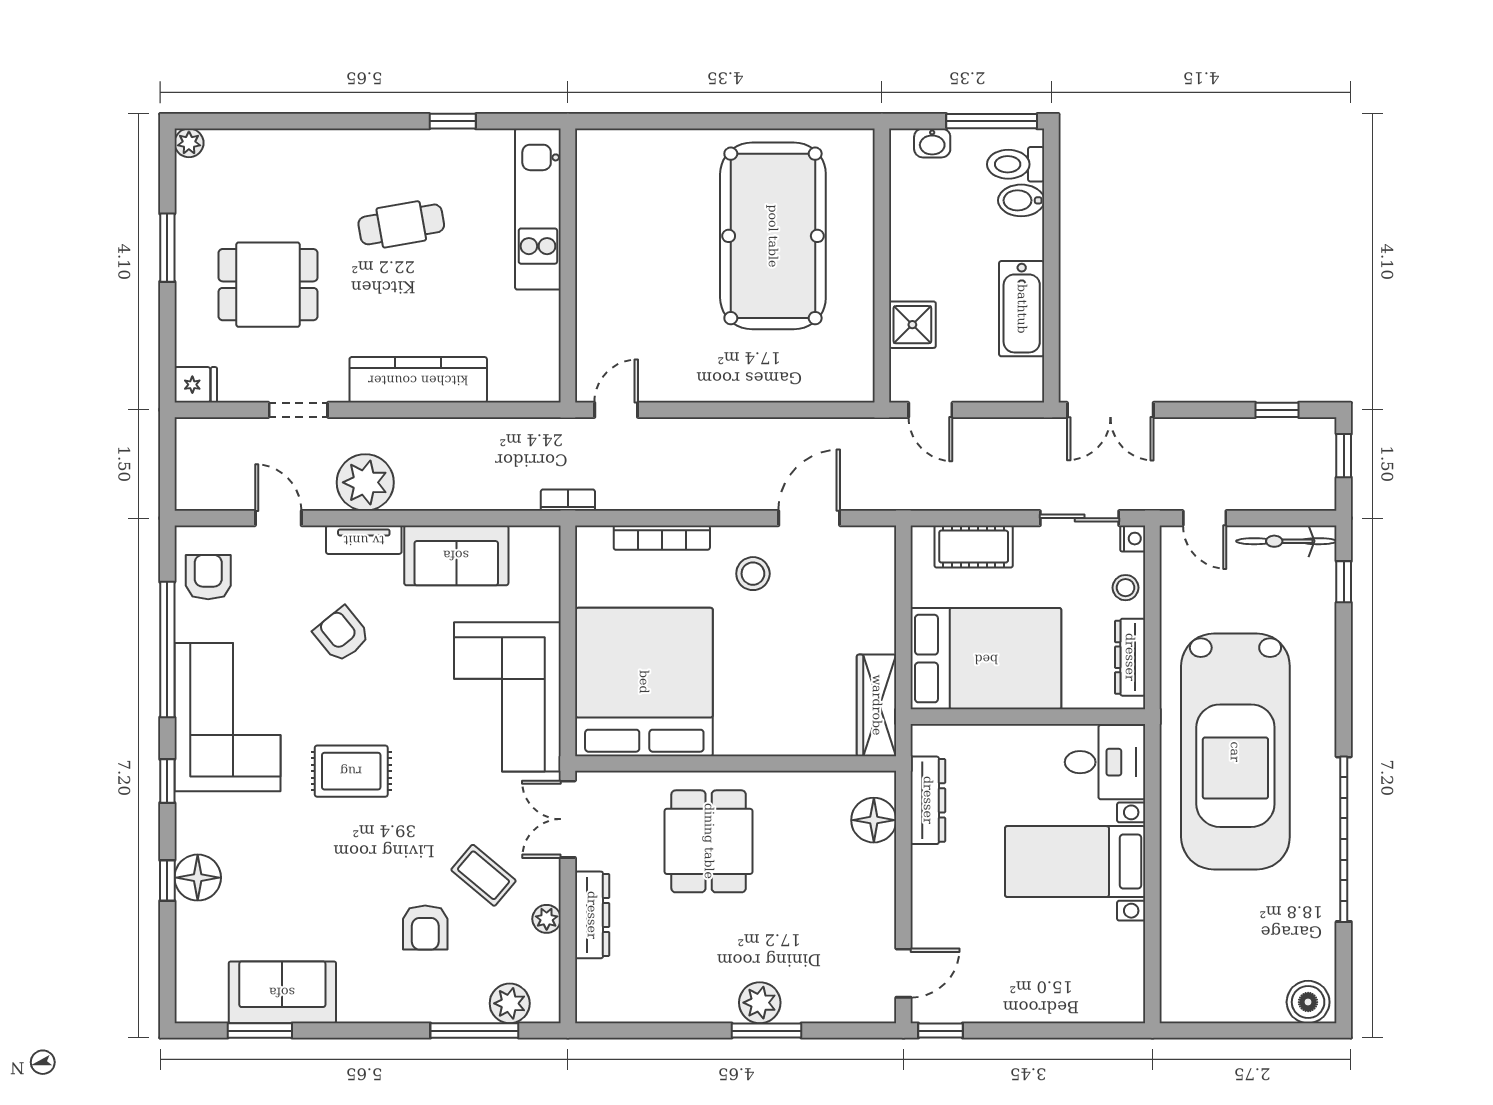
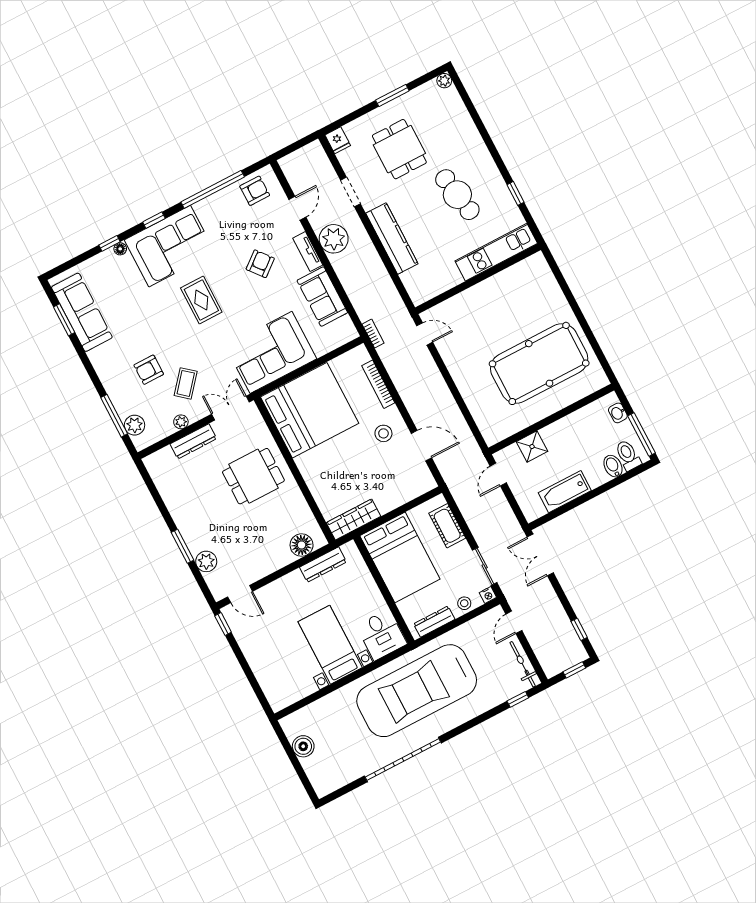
cafe table: (401, 224) -> (457, 195), width x1.37, depth x1.35
corner sofa: (228, 717) -> (170, 246), moved
floor lamp: (198, 878) -> (120, 249), width x0.53, depth x0.53
sofa: (282, 992) -> (82, 312), width x1.36
boiler: (1308, 1002) -> (303, 746), moved
plant: (760, 1003) -> (206, 561), moved

